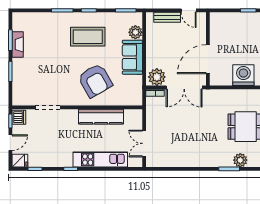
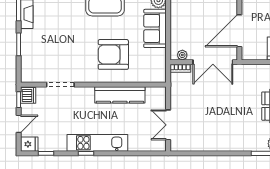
plant: (157, 77) -> (182, 55), width x0.53, depth x0.53
armchair: (95, 81) -> (113, 54), turned 120
kitchen unit: (100, 160) -> (97, 143), moved

